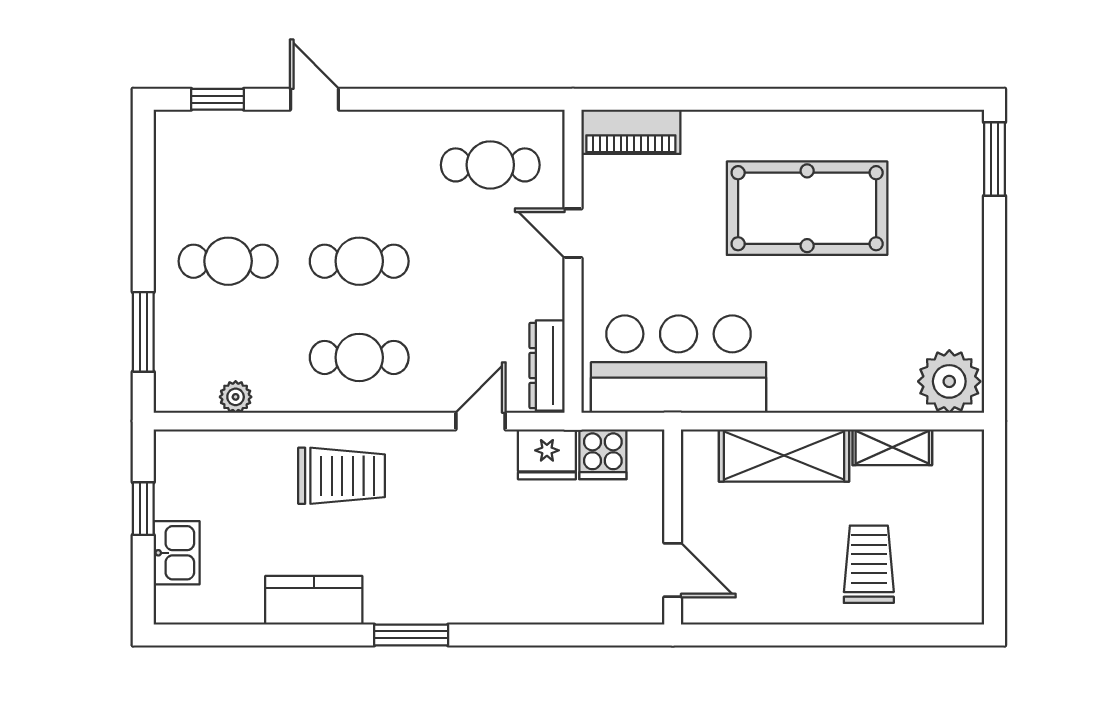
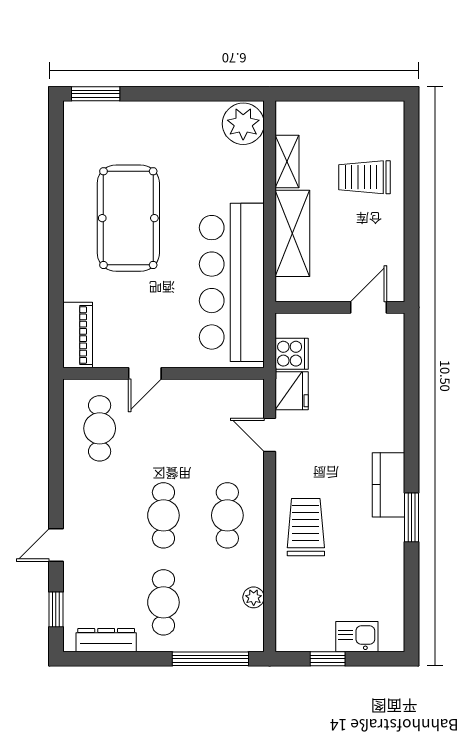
window: (143, 332) -> (210, 659), width x1.44
bar counter: (679, 364) -> (232, 282), width x1.36
dresser: (547, 366) -> (106, 640), moved, turned 180
kitchen counter: (314, 600) -> (388, 485), moved
window: (411, 635) -> (411, 517), moved

